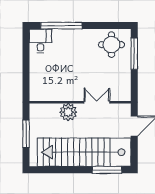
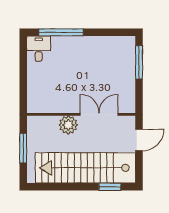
round table: (111, 45) -> (115, 53), removed
double door: (97, 102) -> (99, 114), width x1.37
window: (107, 170) -> (110, 187), width x0.69

